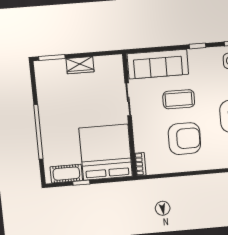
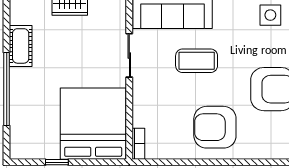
armchair: (185, 139) -> (215, 127), moved, turned 180
cot: (66, 174) -> (21, 46), moved, turned 90

